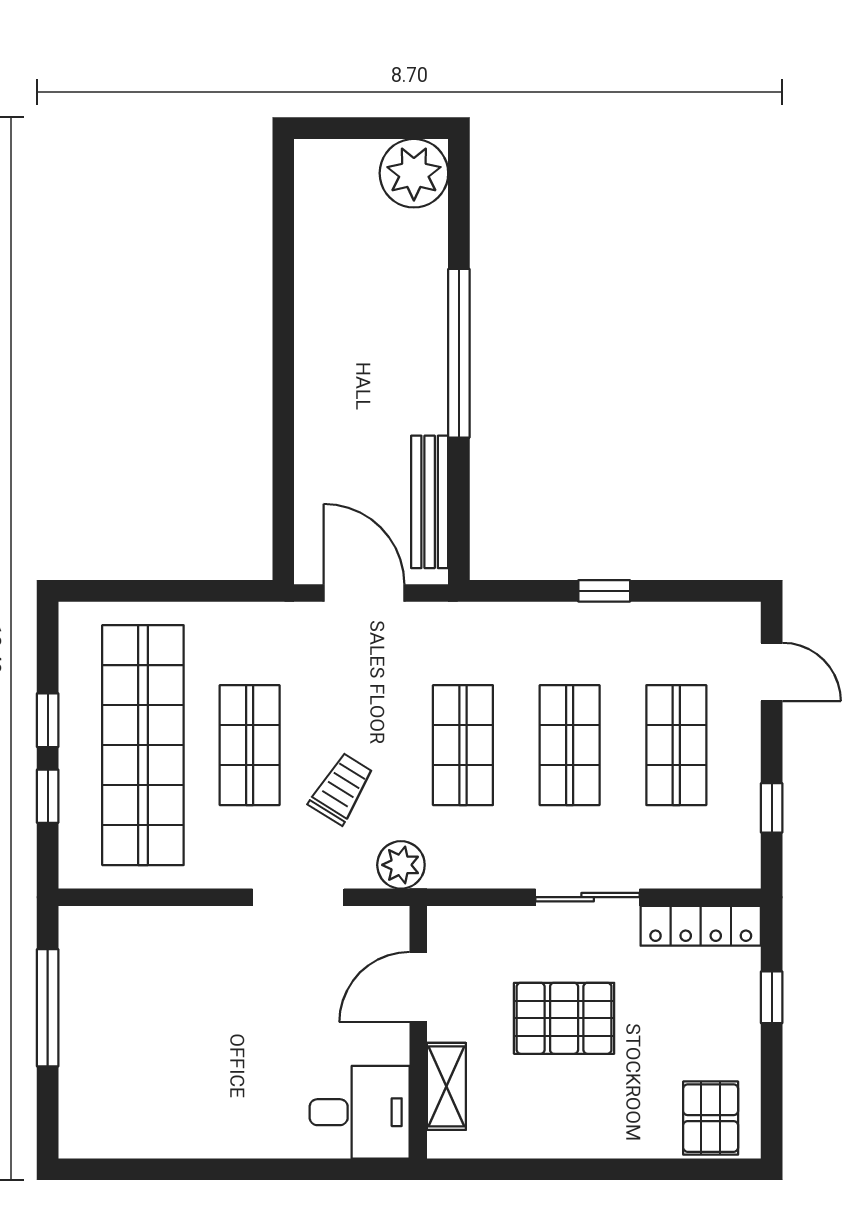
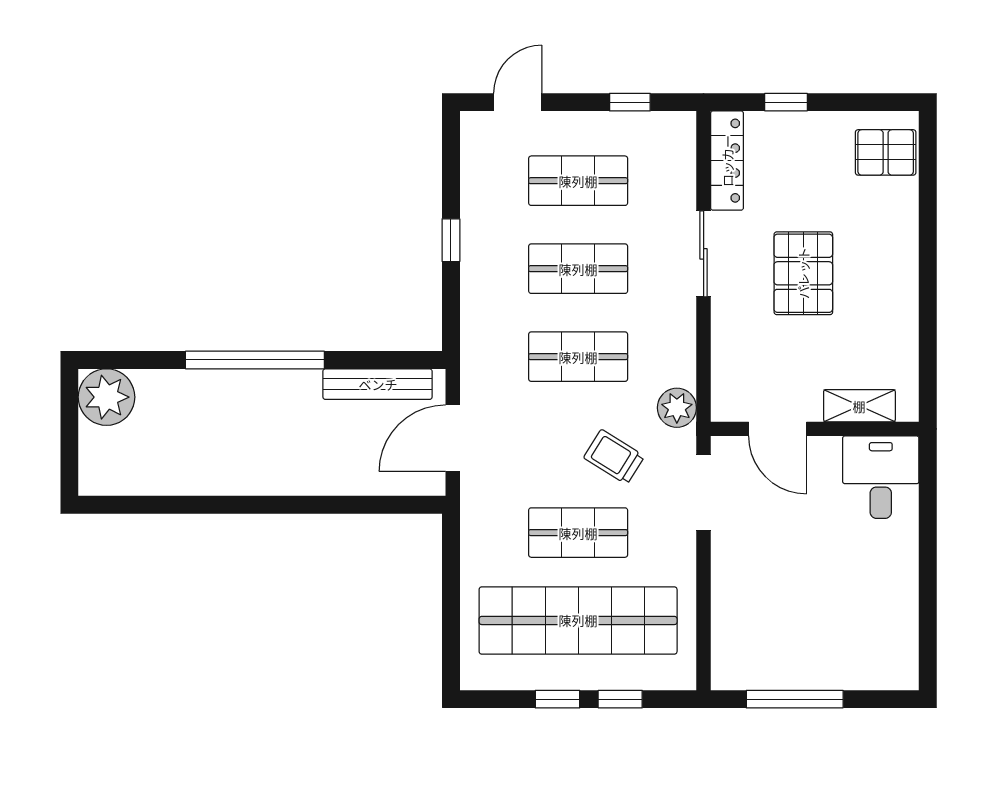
door: (418, 987) -> (778, 429), moved
wall: (418, 1032) -> (815, 429), moved
shelving: (446, 1086) -> (859, 406), moved
desk: (360, 1112) -> (881, 477), moved

